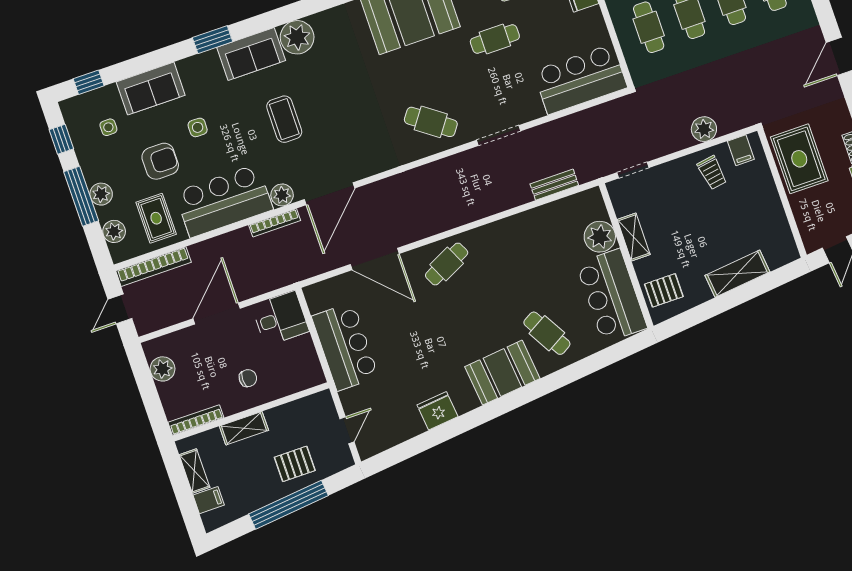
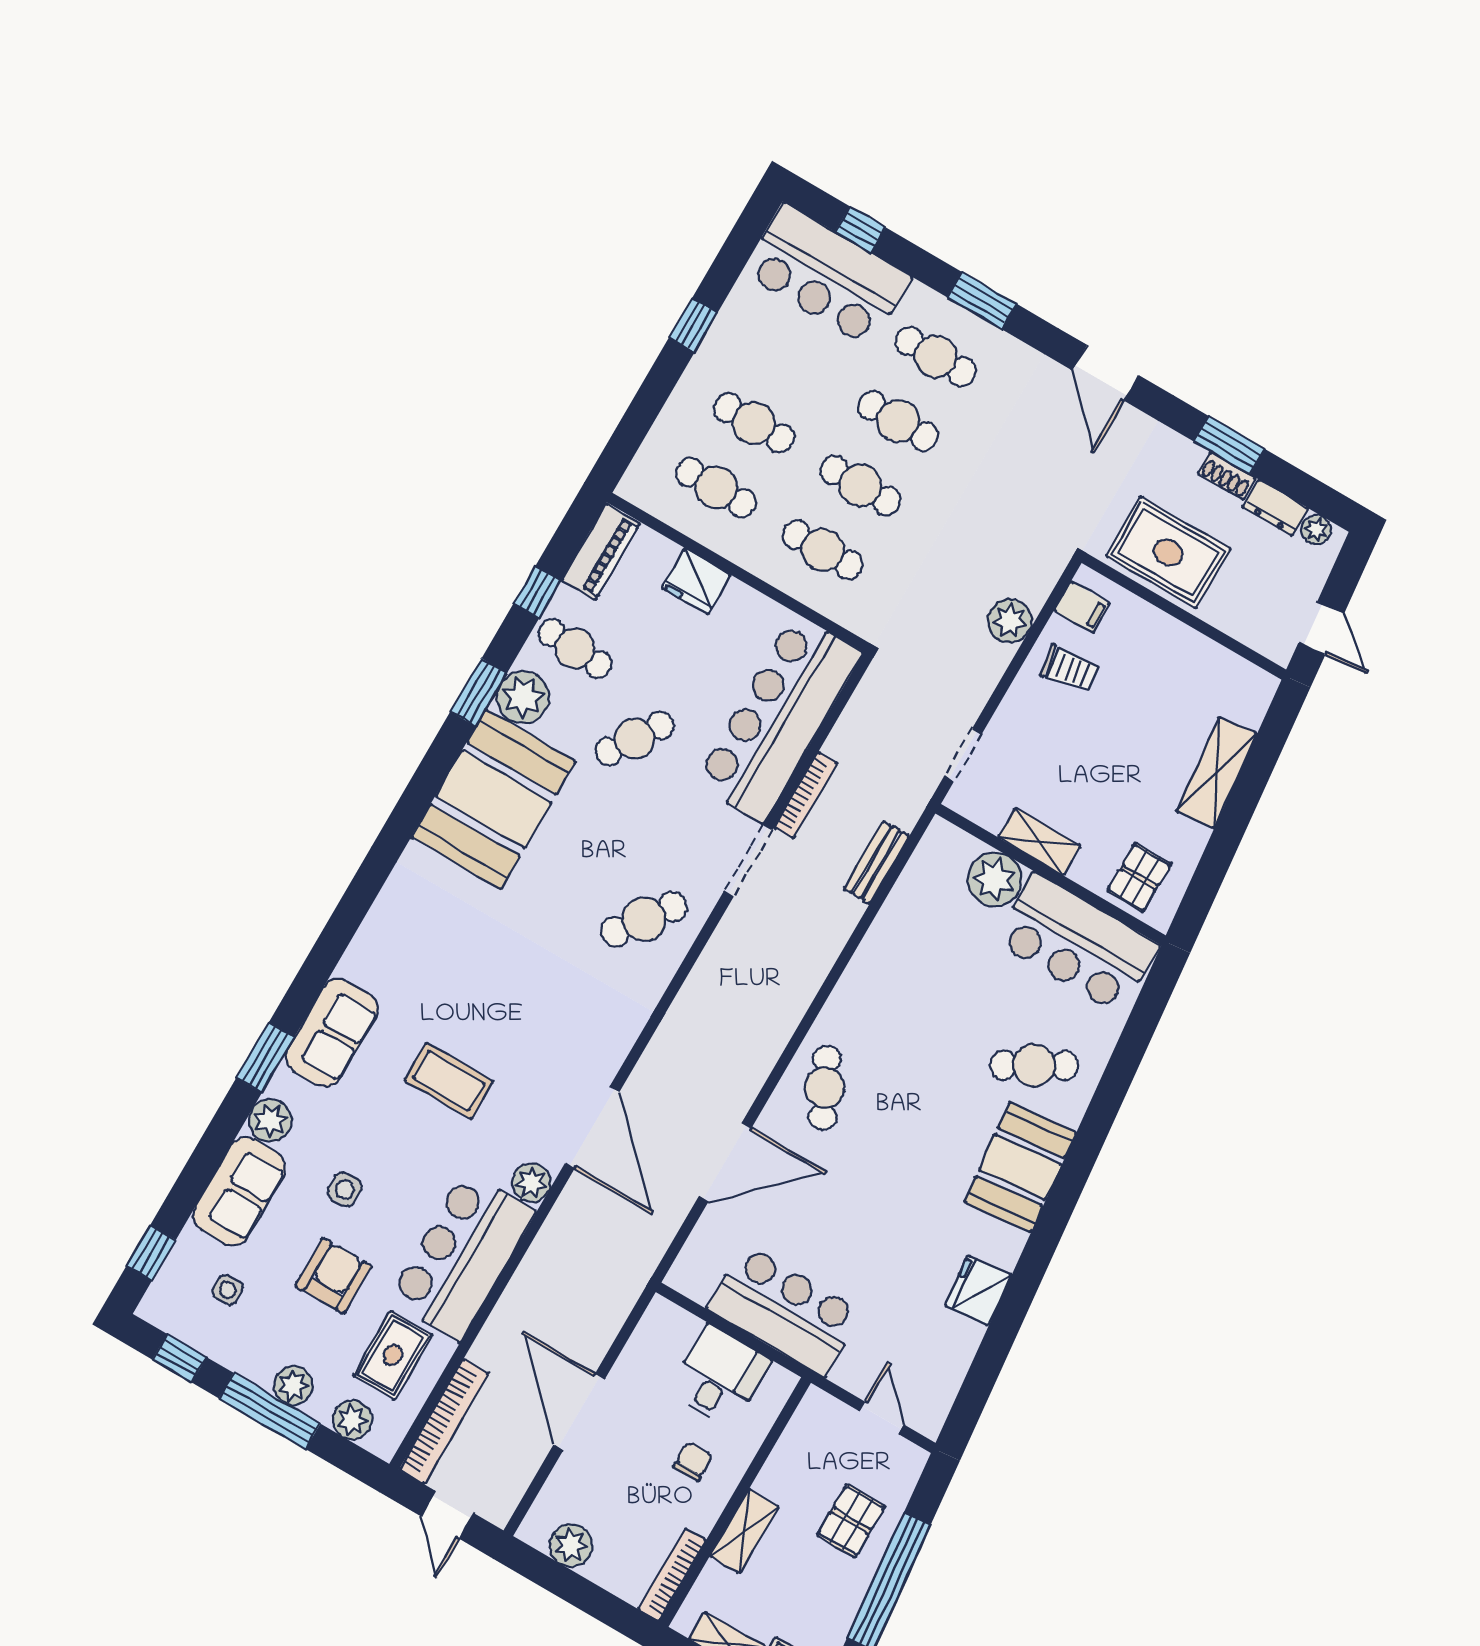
plant: (297, 37) -> (270, 1120), moved, width x0.73, depth x0.73
cafe table: (495, 39) -> (634, 739), turned 33
bar counter: (580, 79) -> (778, 718), width x1.36
rug: (156, 218) -> (393, 1355), turned 90
bookcase: (275, 223) -> (806, 795), moved
desk: (280, 318) -> (720, 1376), moved

